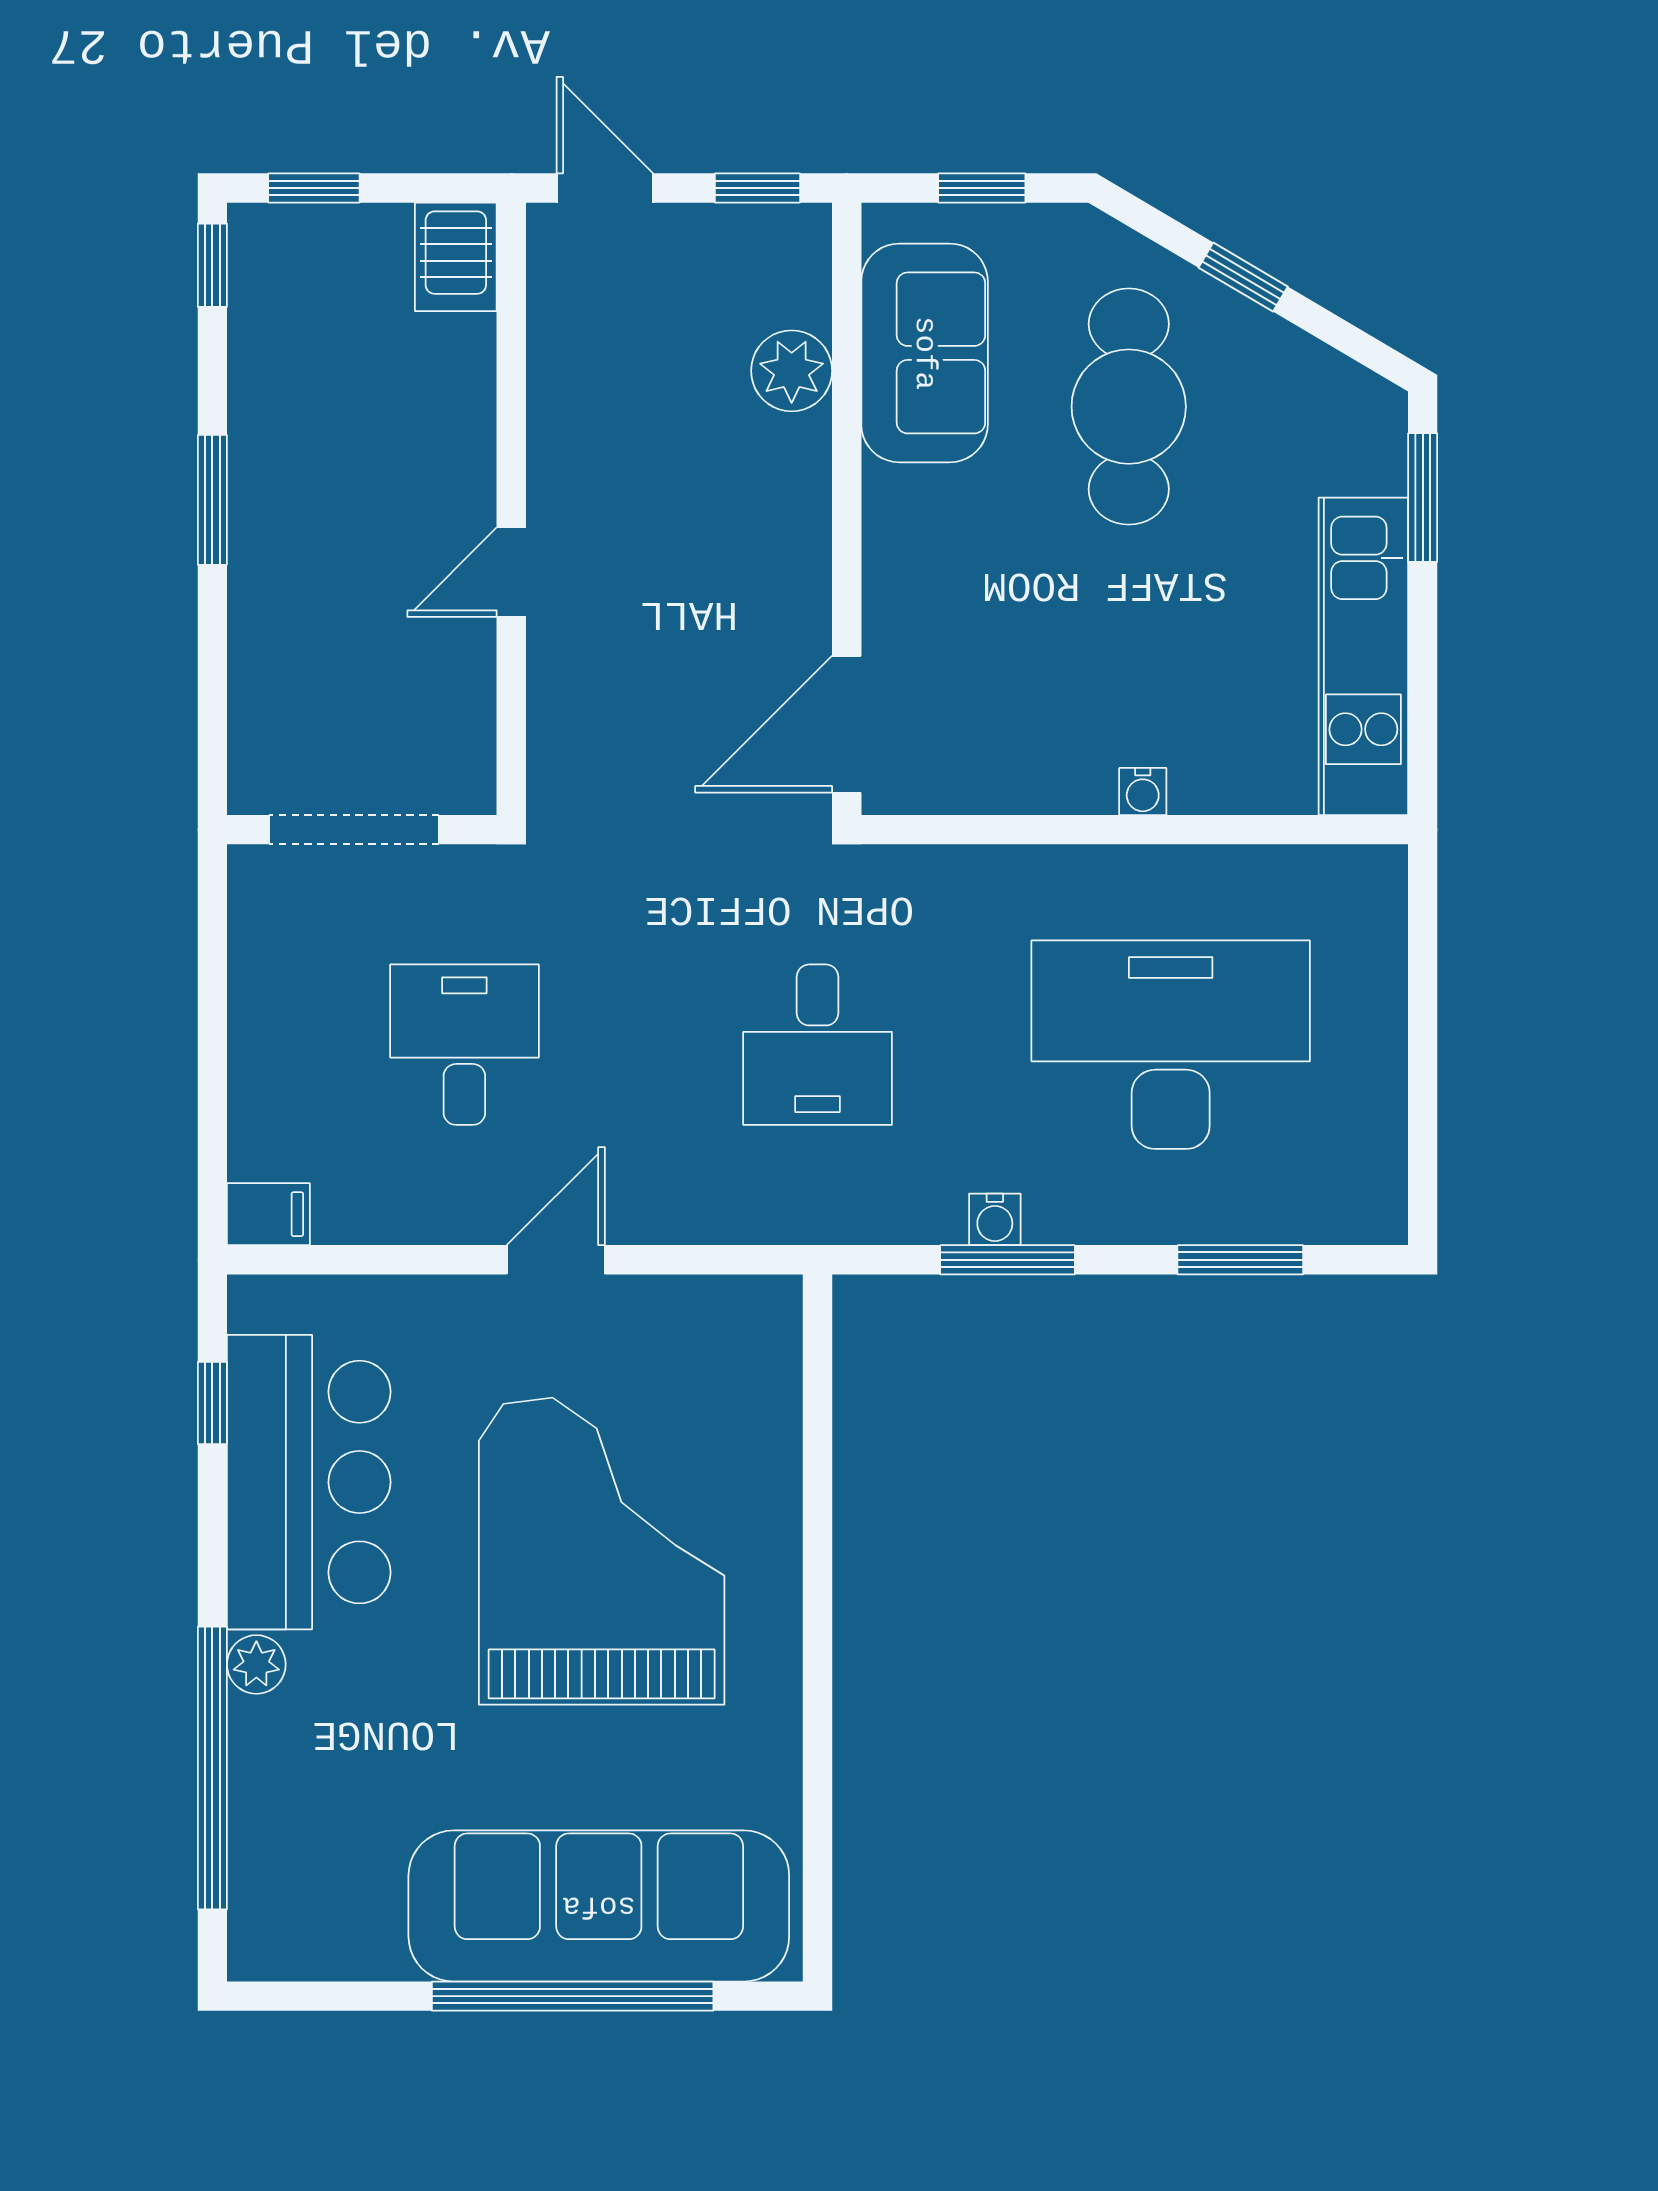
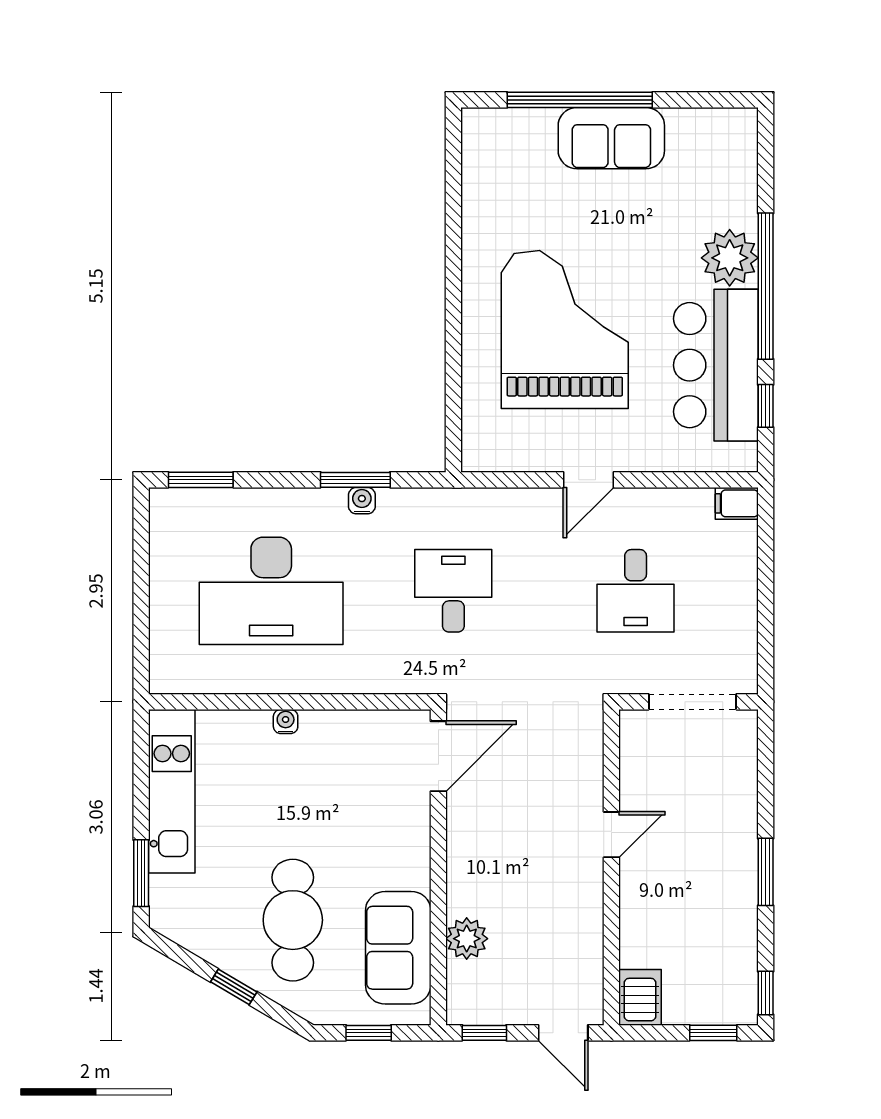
window: (1240, 1260) -> (201, 480), moved
grand piano: (602, 1551) -> (565, 329), turned 180
plant: (256, 1664) -> (730, 258), width x1.88, depth x1.88
window: (212, 1768) -> (766, 286), moved
sofa: (599, 1906) -> (611, 138), width x0.54, depth x0.79

